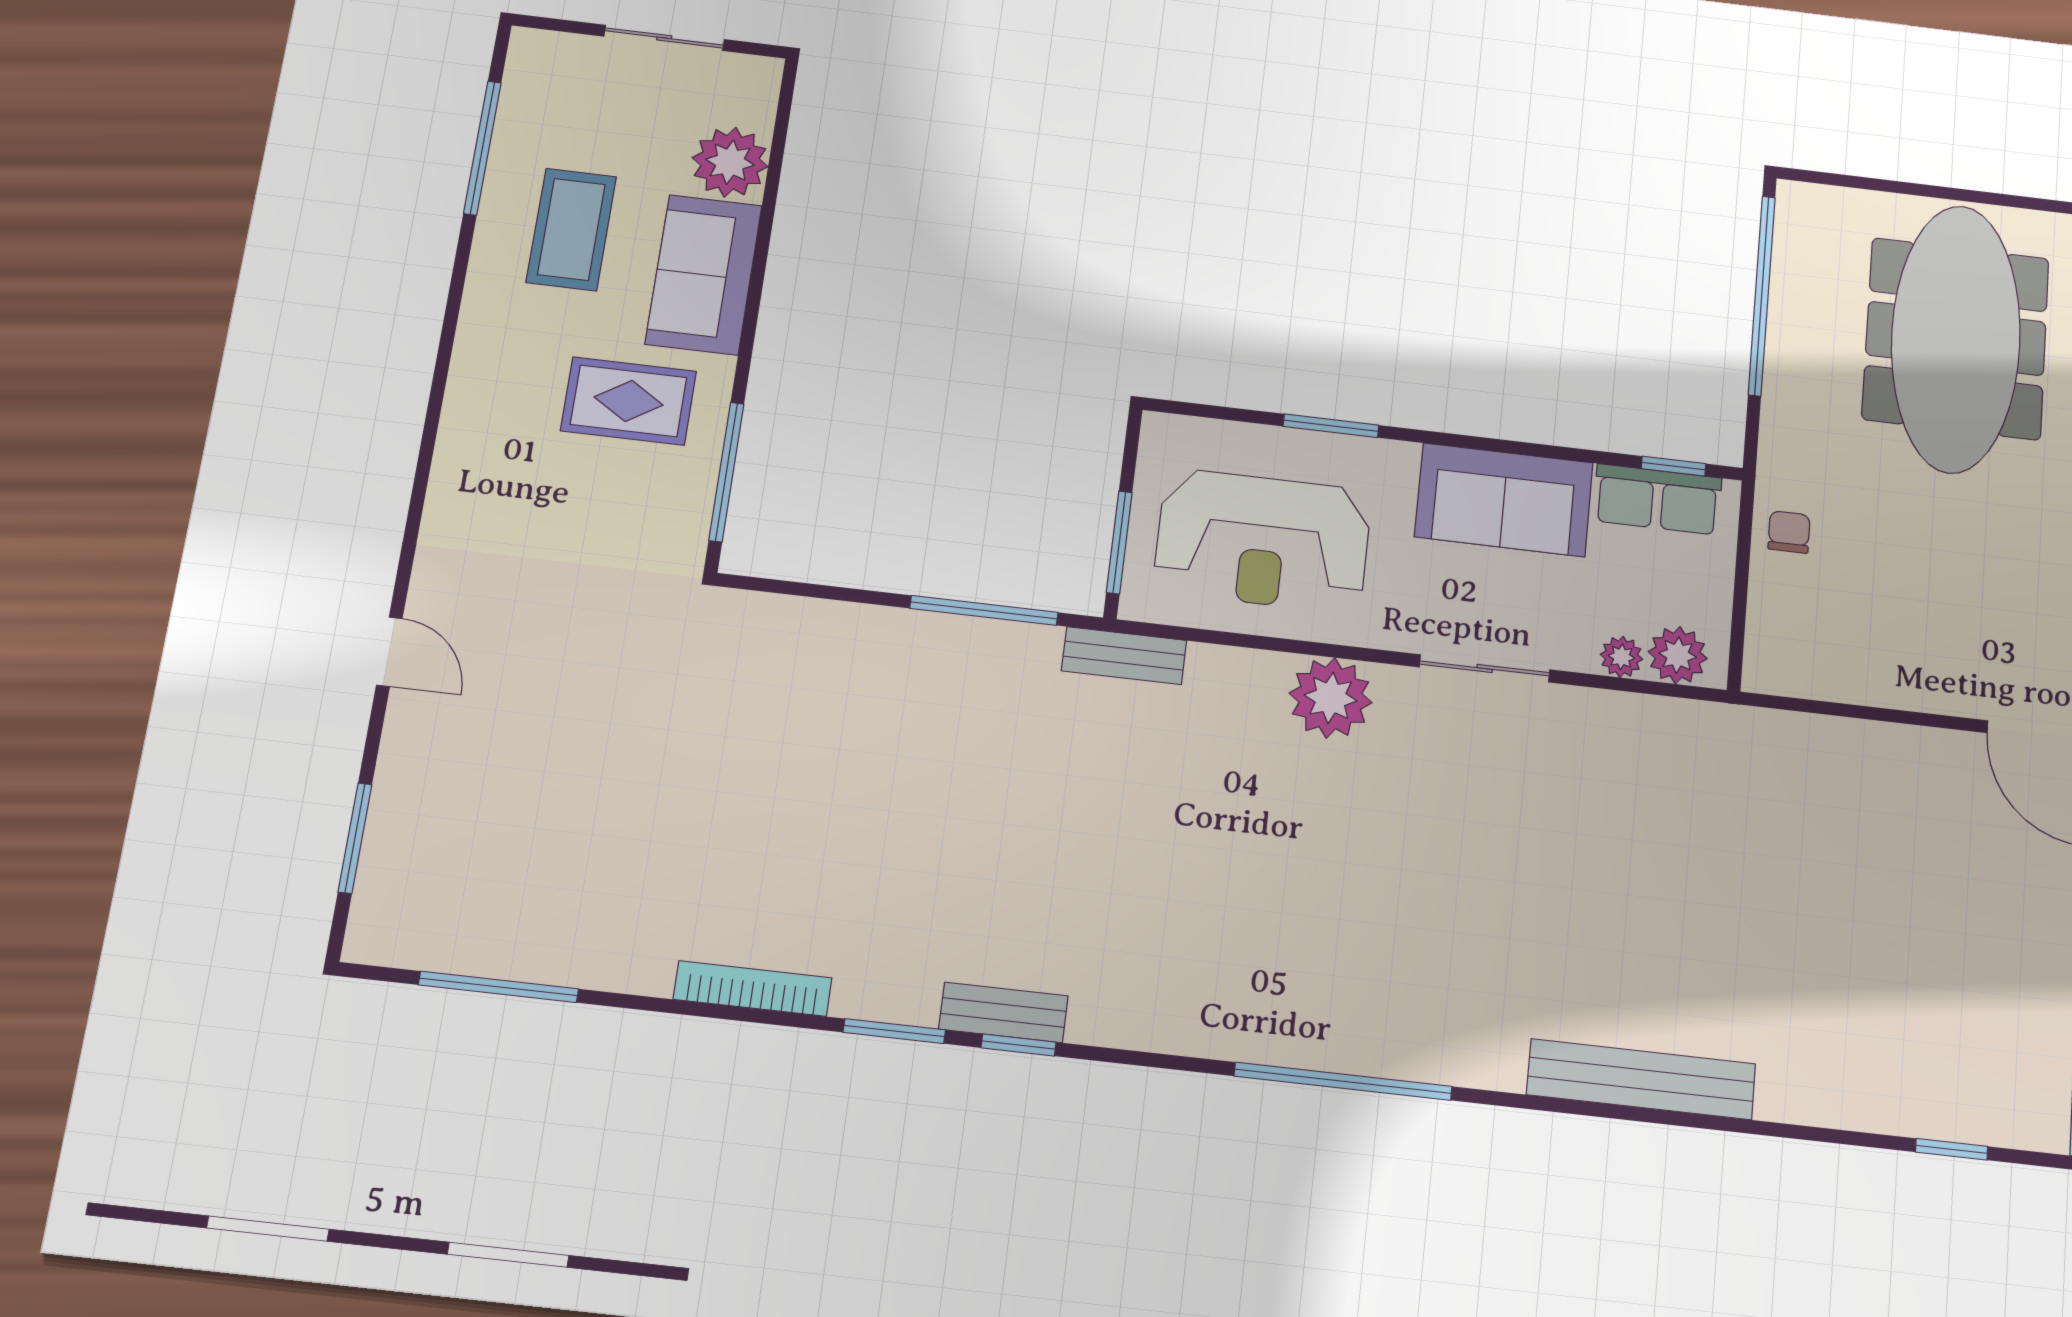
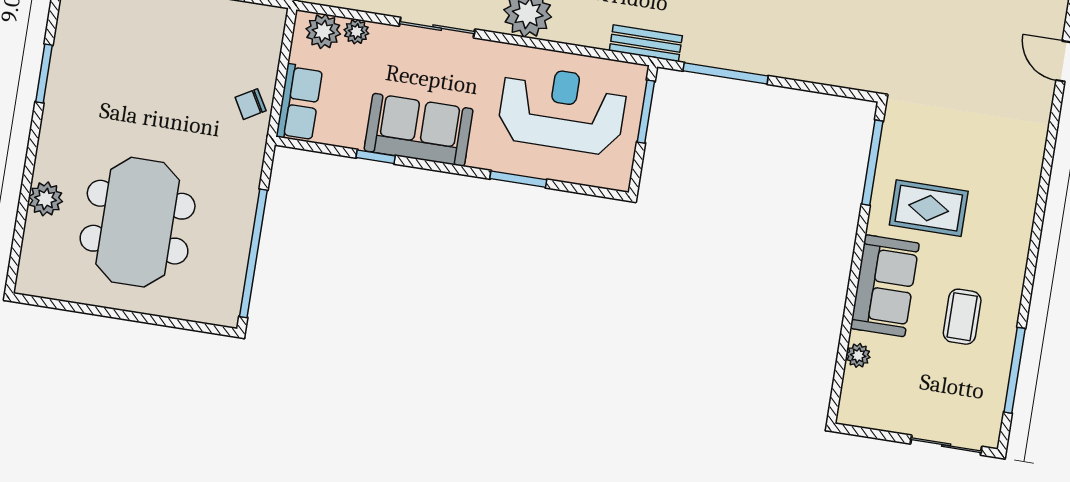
sliding door: (664, 38) -> (946, 445), moved
plant: (730, 162) -> (858, 355), width x0.53, depth x0.53
coffee table: (571, 229) -> (962, 317), width x0.73, depth x0.77
meeting table: (1956, 338) -> (138, 222), width x0.73
window: (1673, 466) -> (376, 157), moved
row of seats: (1657, 499) -> (299, 103), moved, turned 90
chair: (1789, 532) -> (251, 104), turned 60

